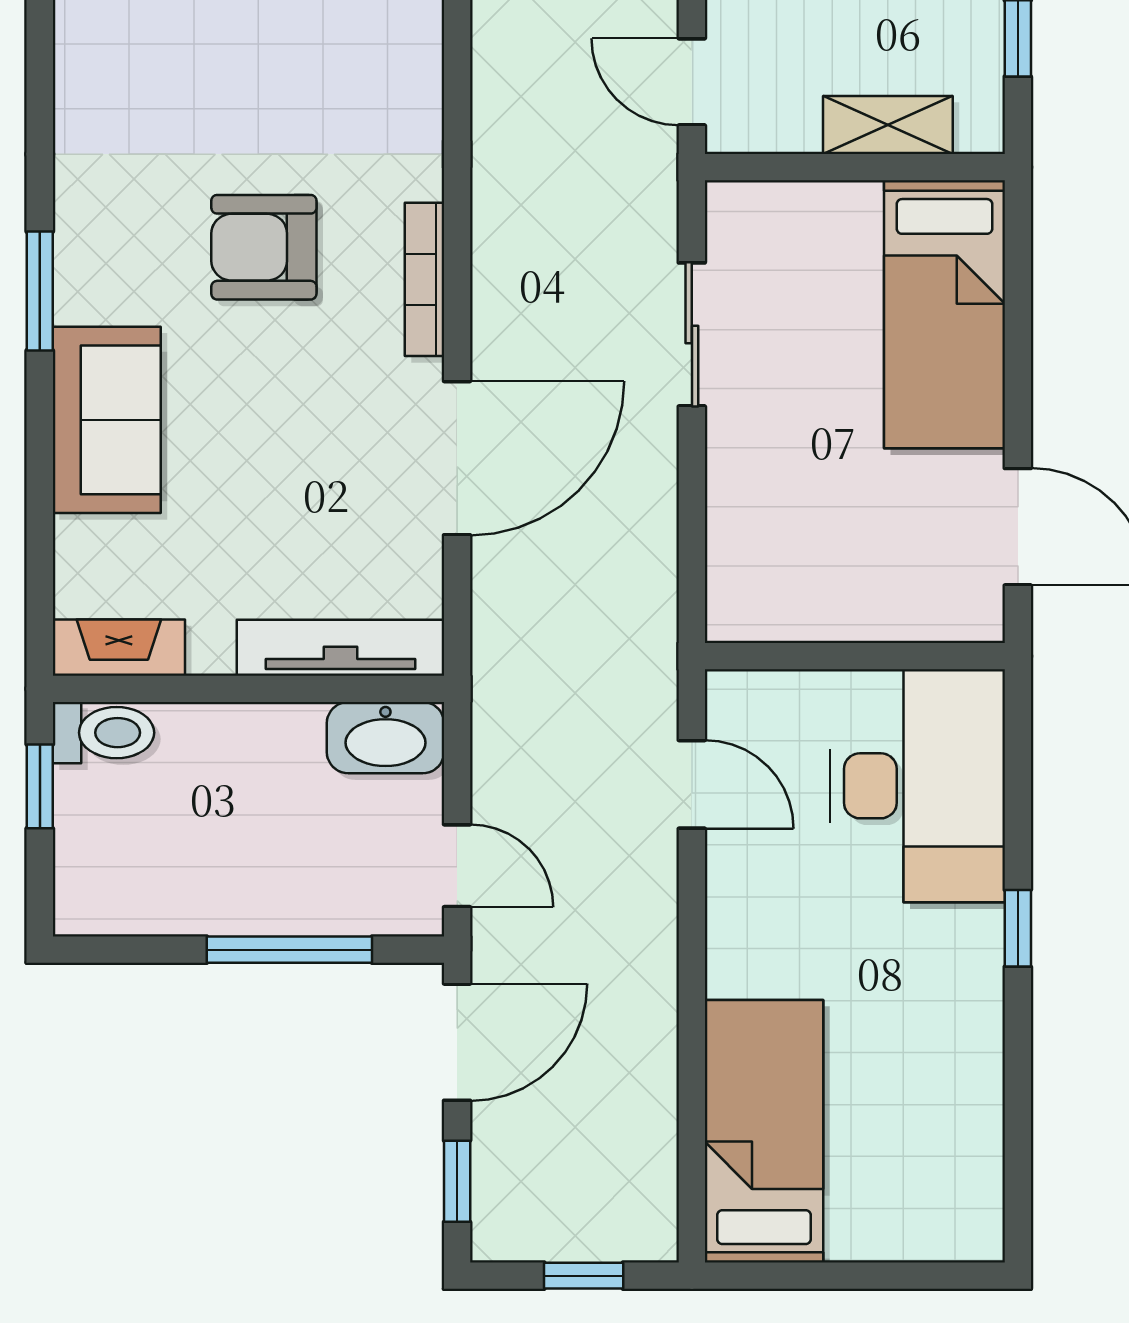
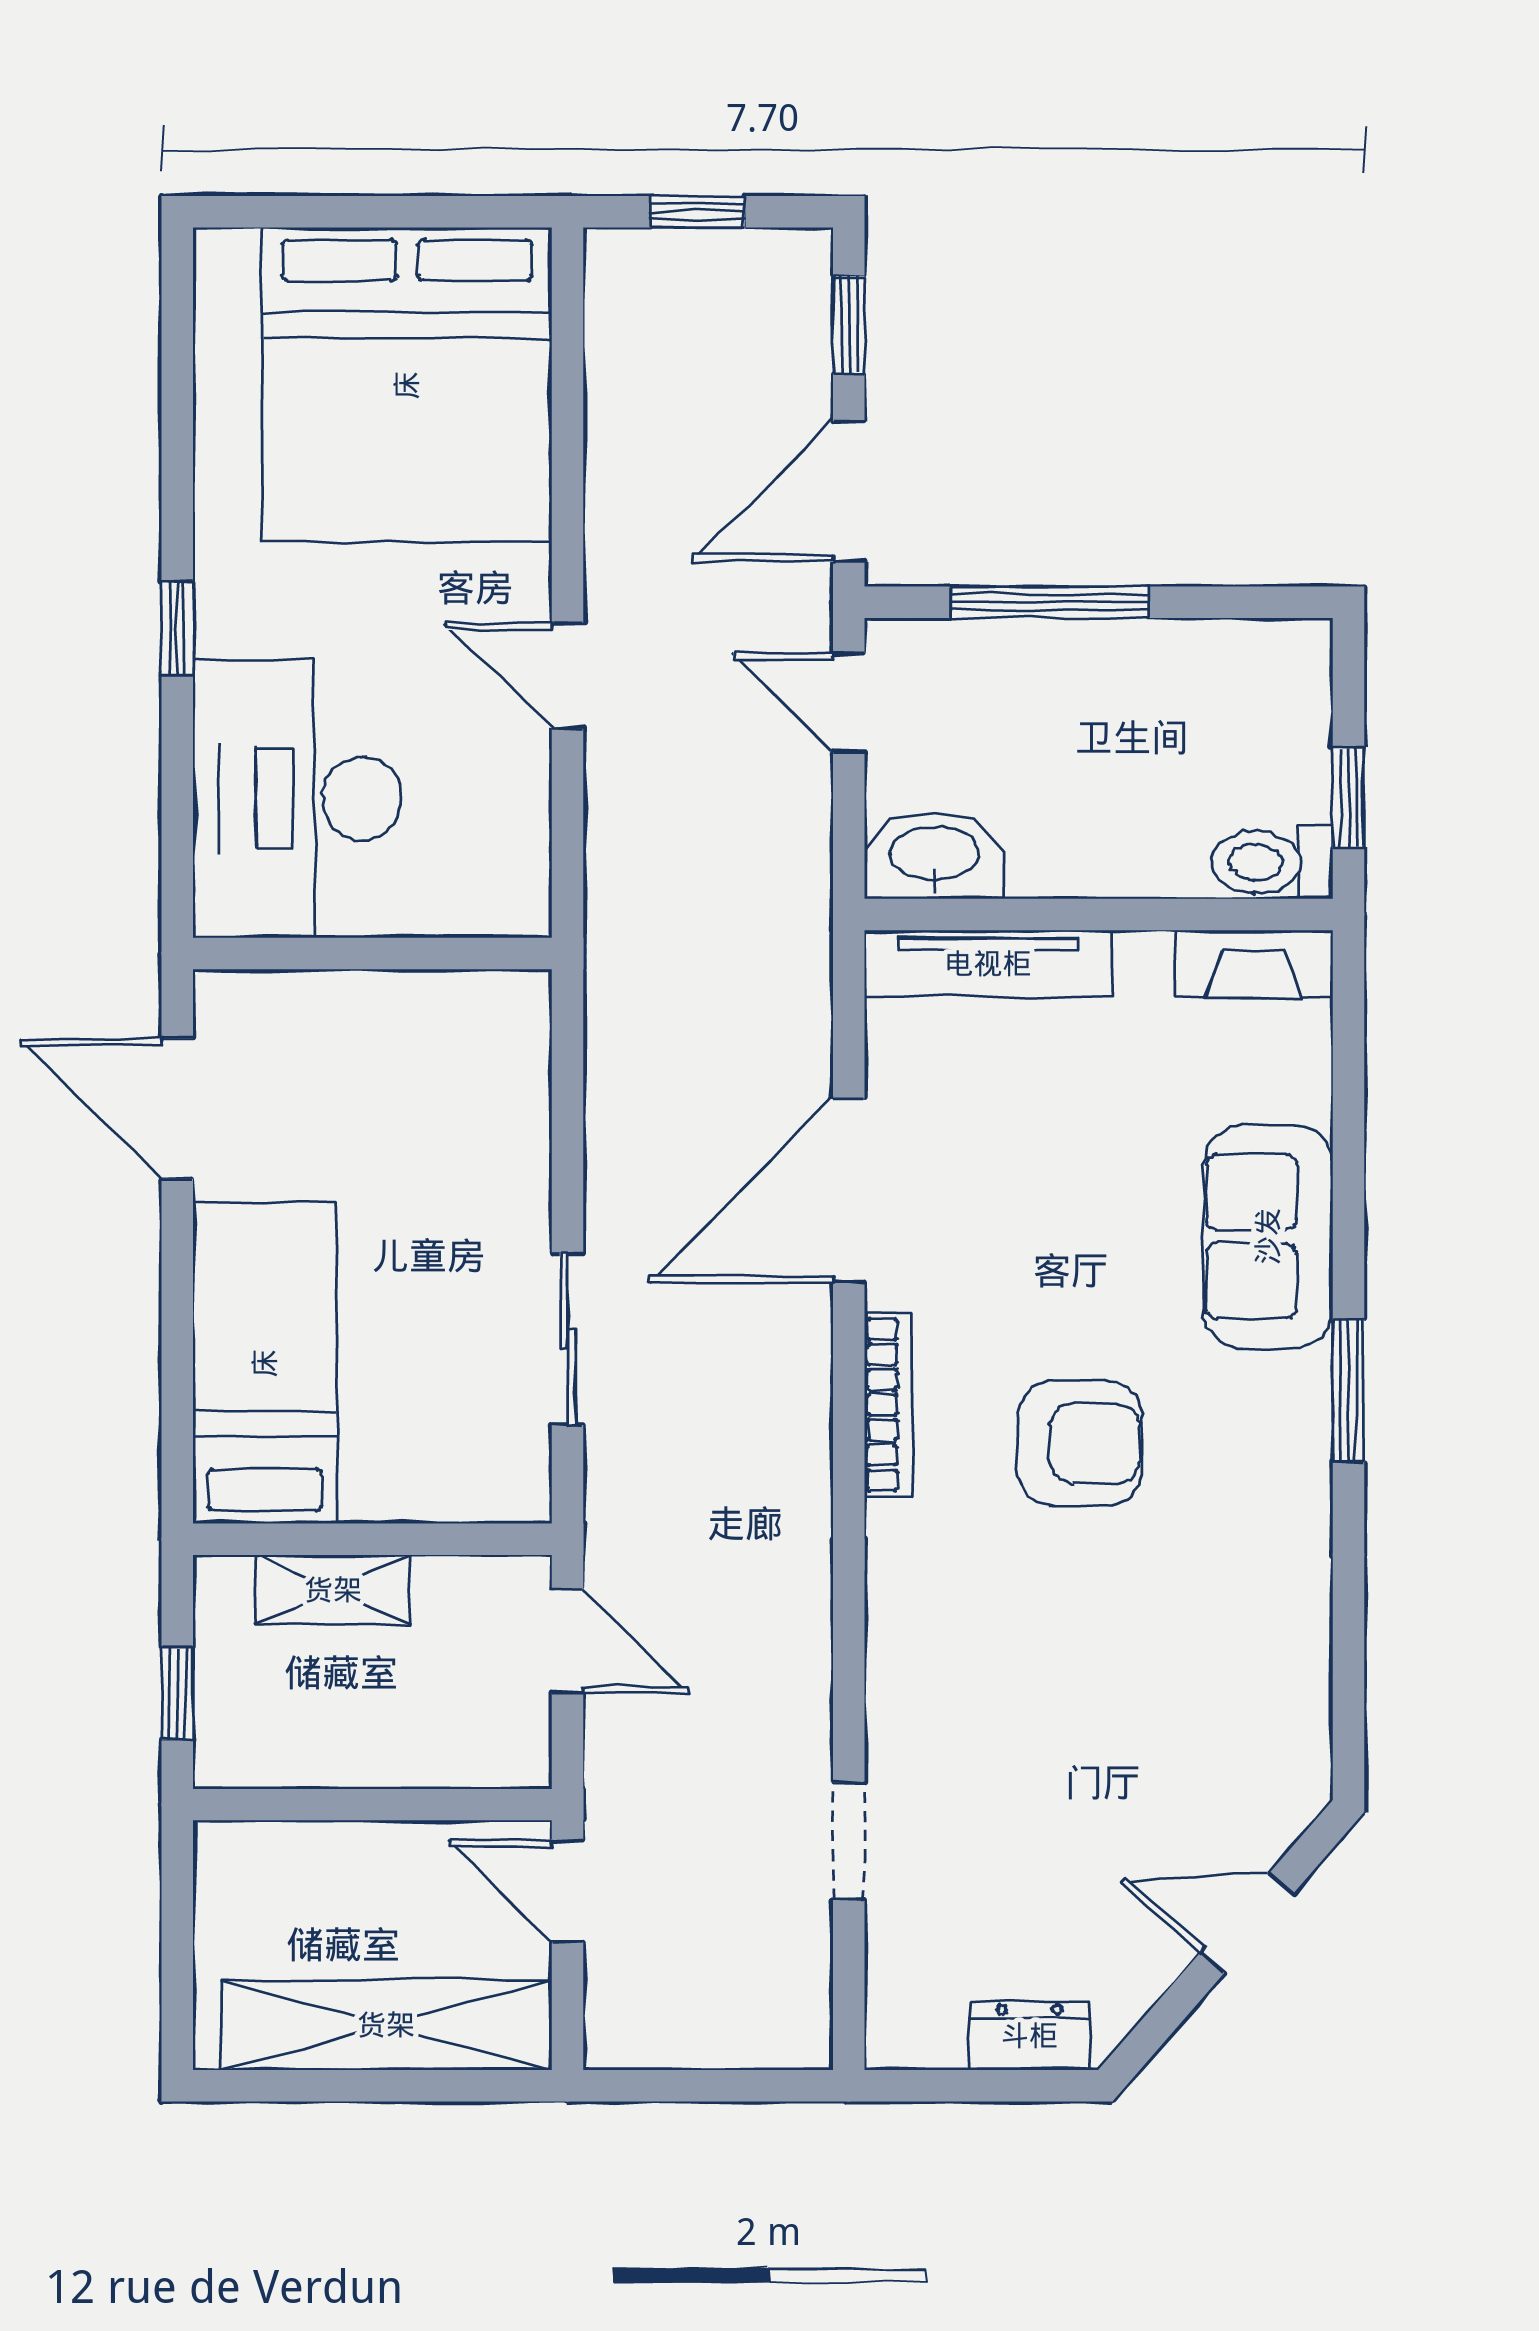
door: (692, 784) -> (568, 676), moved
bed: (764, 1131) -> (407, 385), width x2.04

